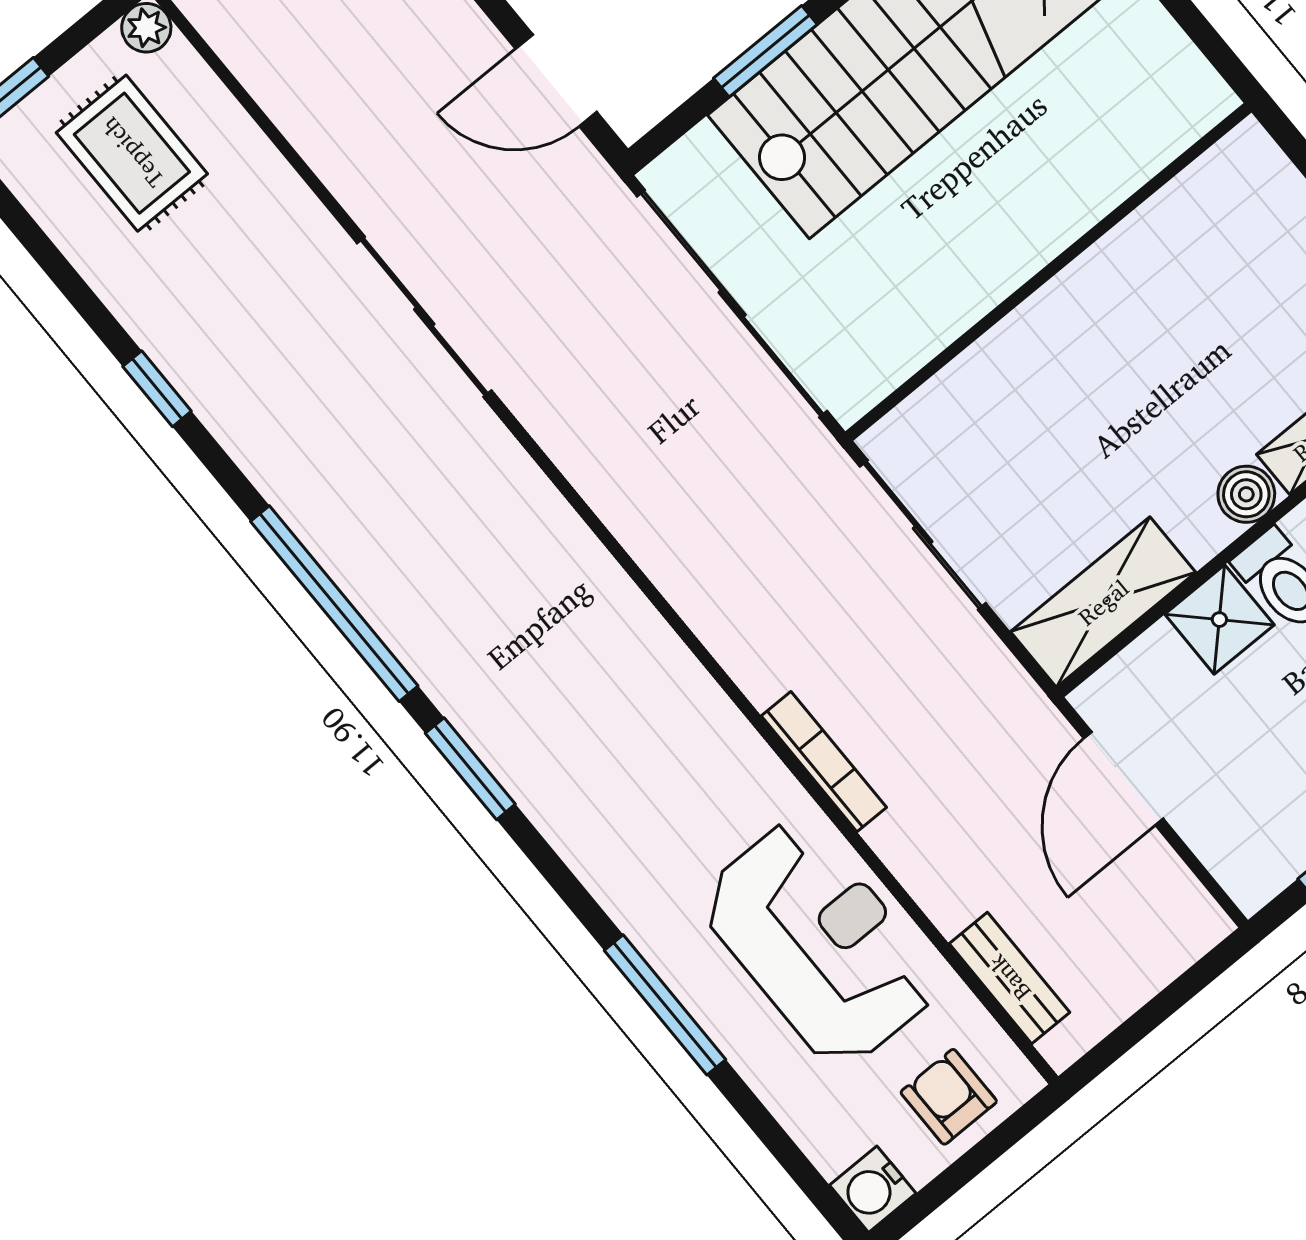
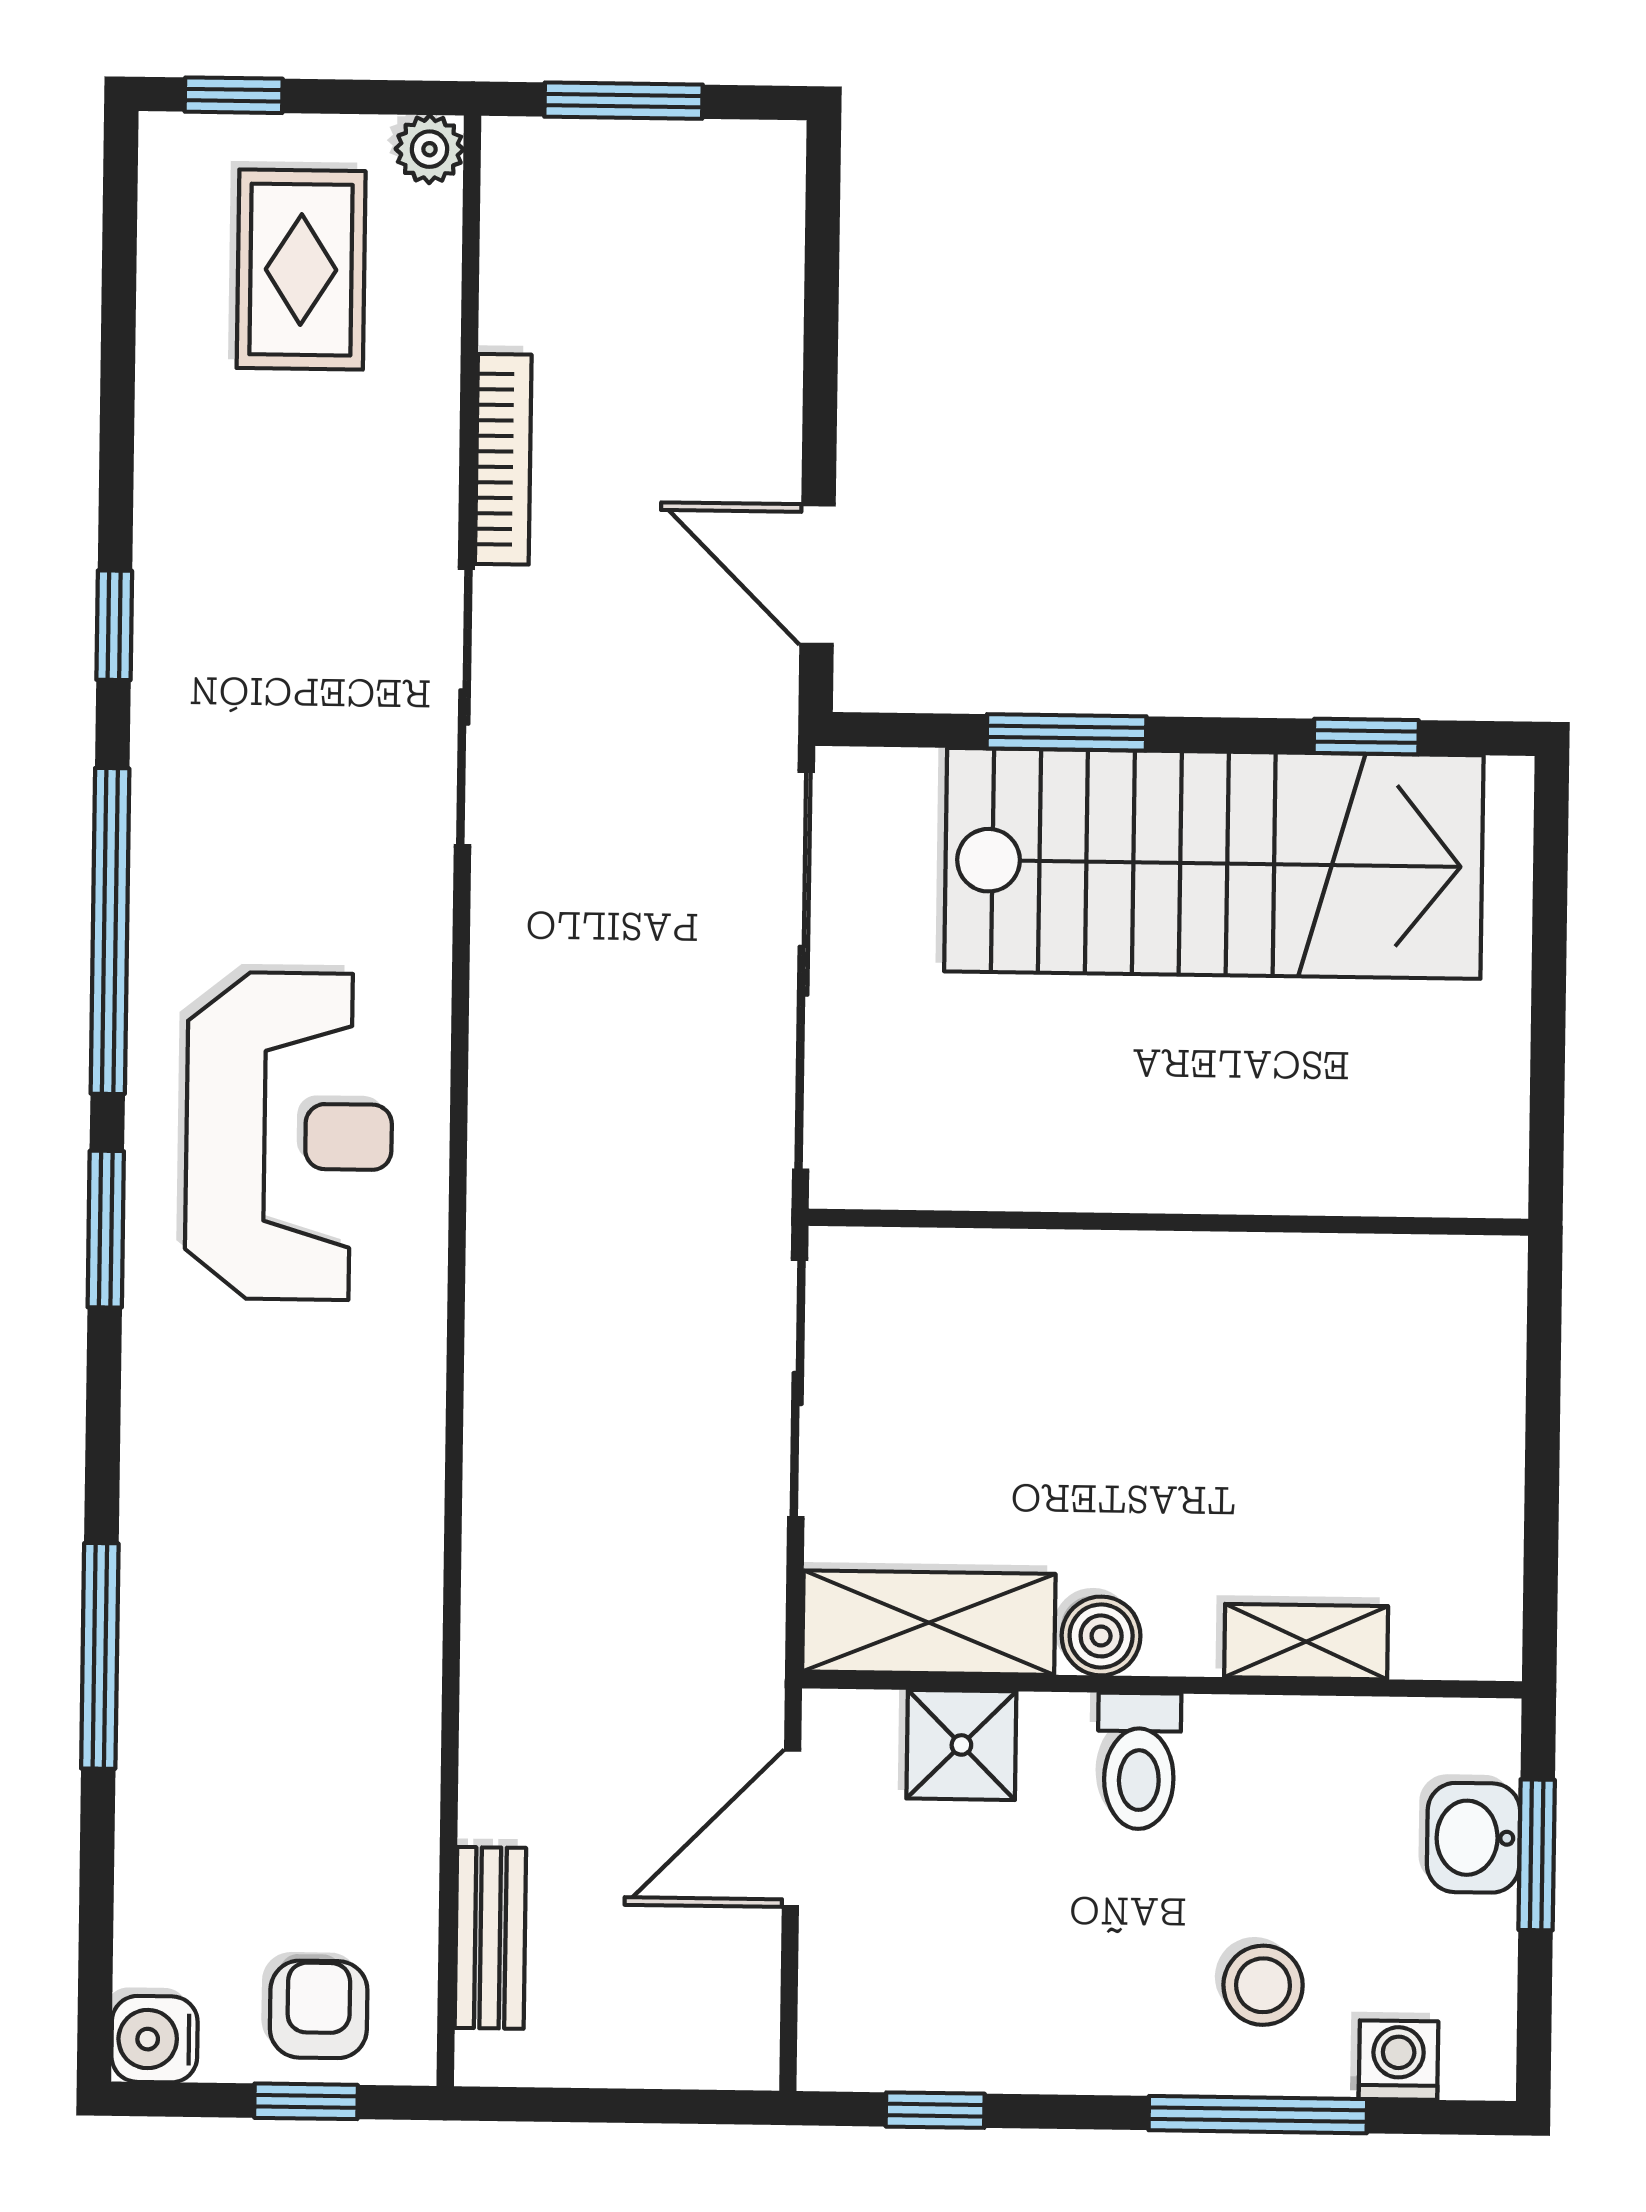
window: (157, 389) -> (114, 625), moved
boiler: (1246, 494) -> (1101, 1636), moved
shower: (1219, 620) -> (961, 1745), moved
bookcase: (824, 762) -> (503, 459), moved
reception desk: (819, 943) -> (289, 1136), moved
window: (984, 1153) -> (306, 2101), added

